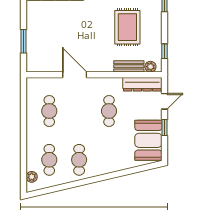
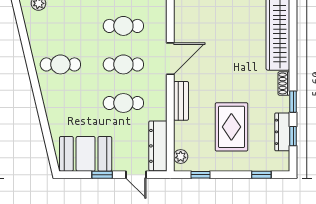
rug: (127, 27) -> (231, 127), turned 90
bench: (129, 66) -> (181, 101), moved
cafe table: (49, 160) -> (123, 64), moved

